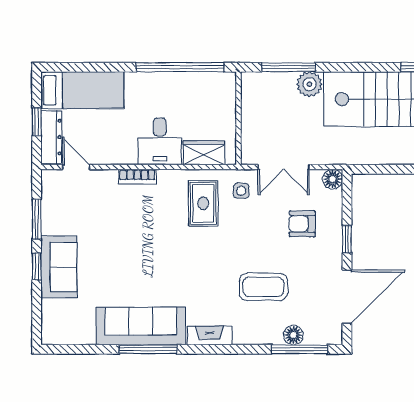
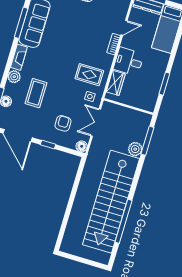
window: (180, 67) -> (164, 84), width x0.47
door: (76, 167) -> (124, 28), moved
plant: (246, 334) -> (14, 77), added

